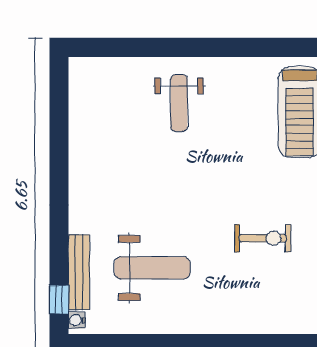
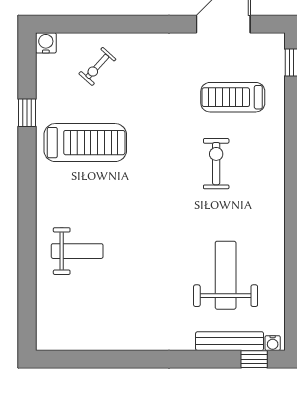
exercise bike: (263, 238) -> (216, 164), moved

